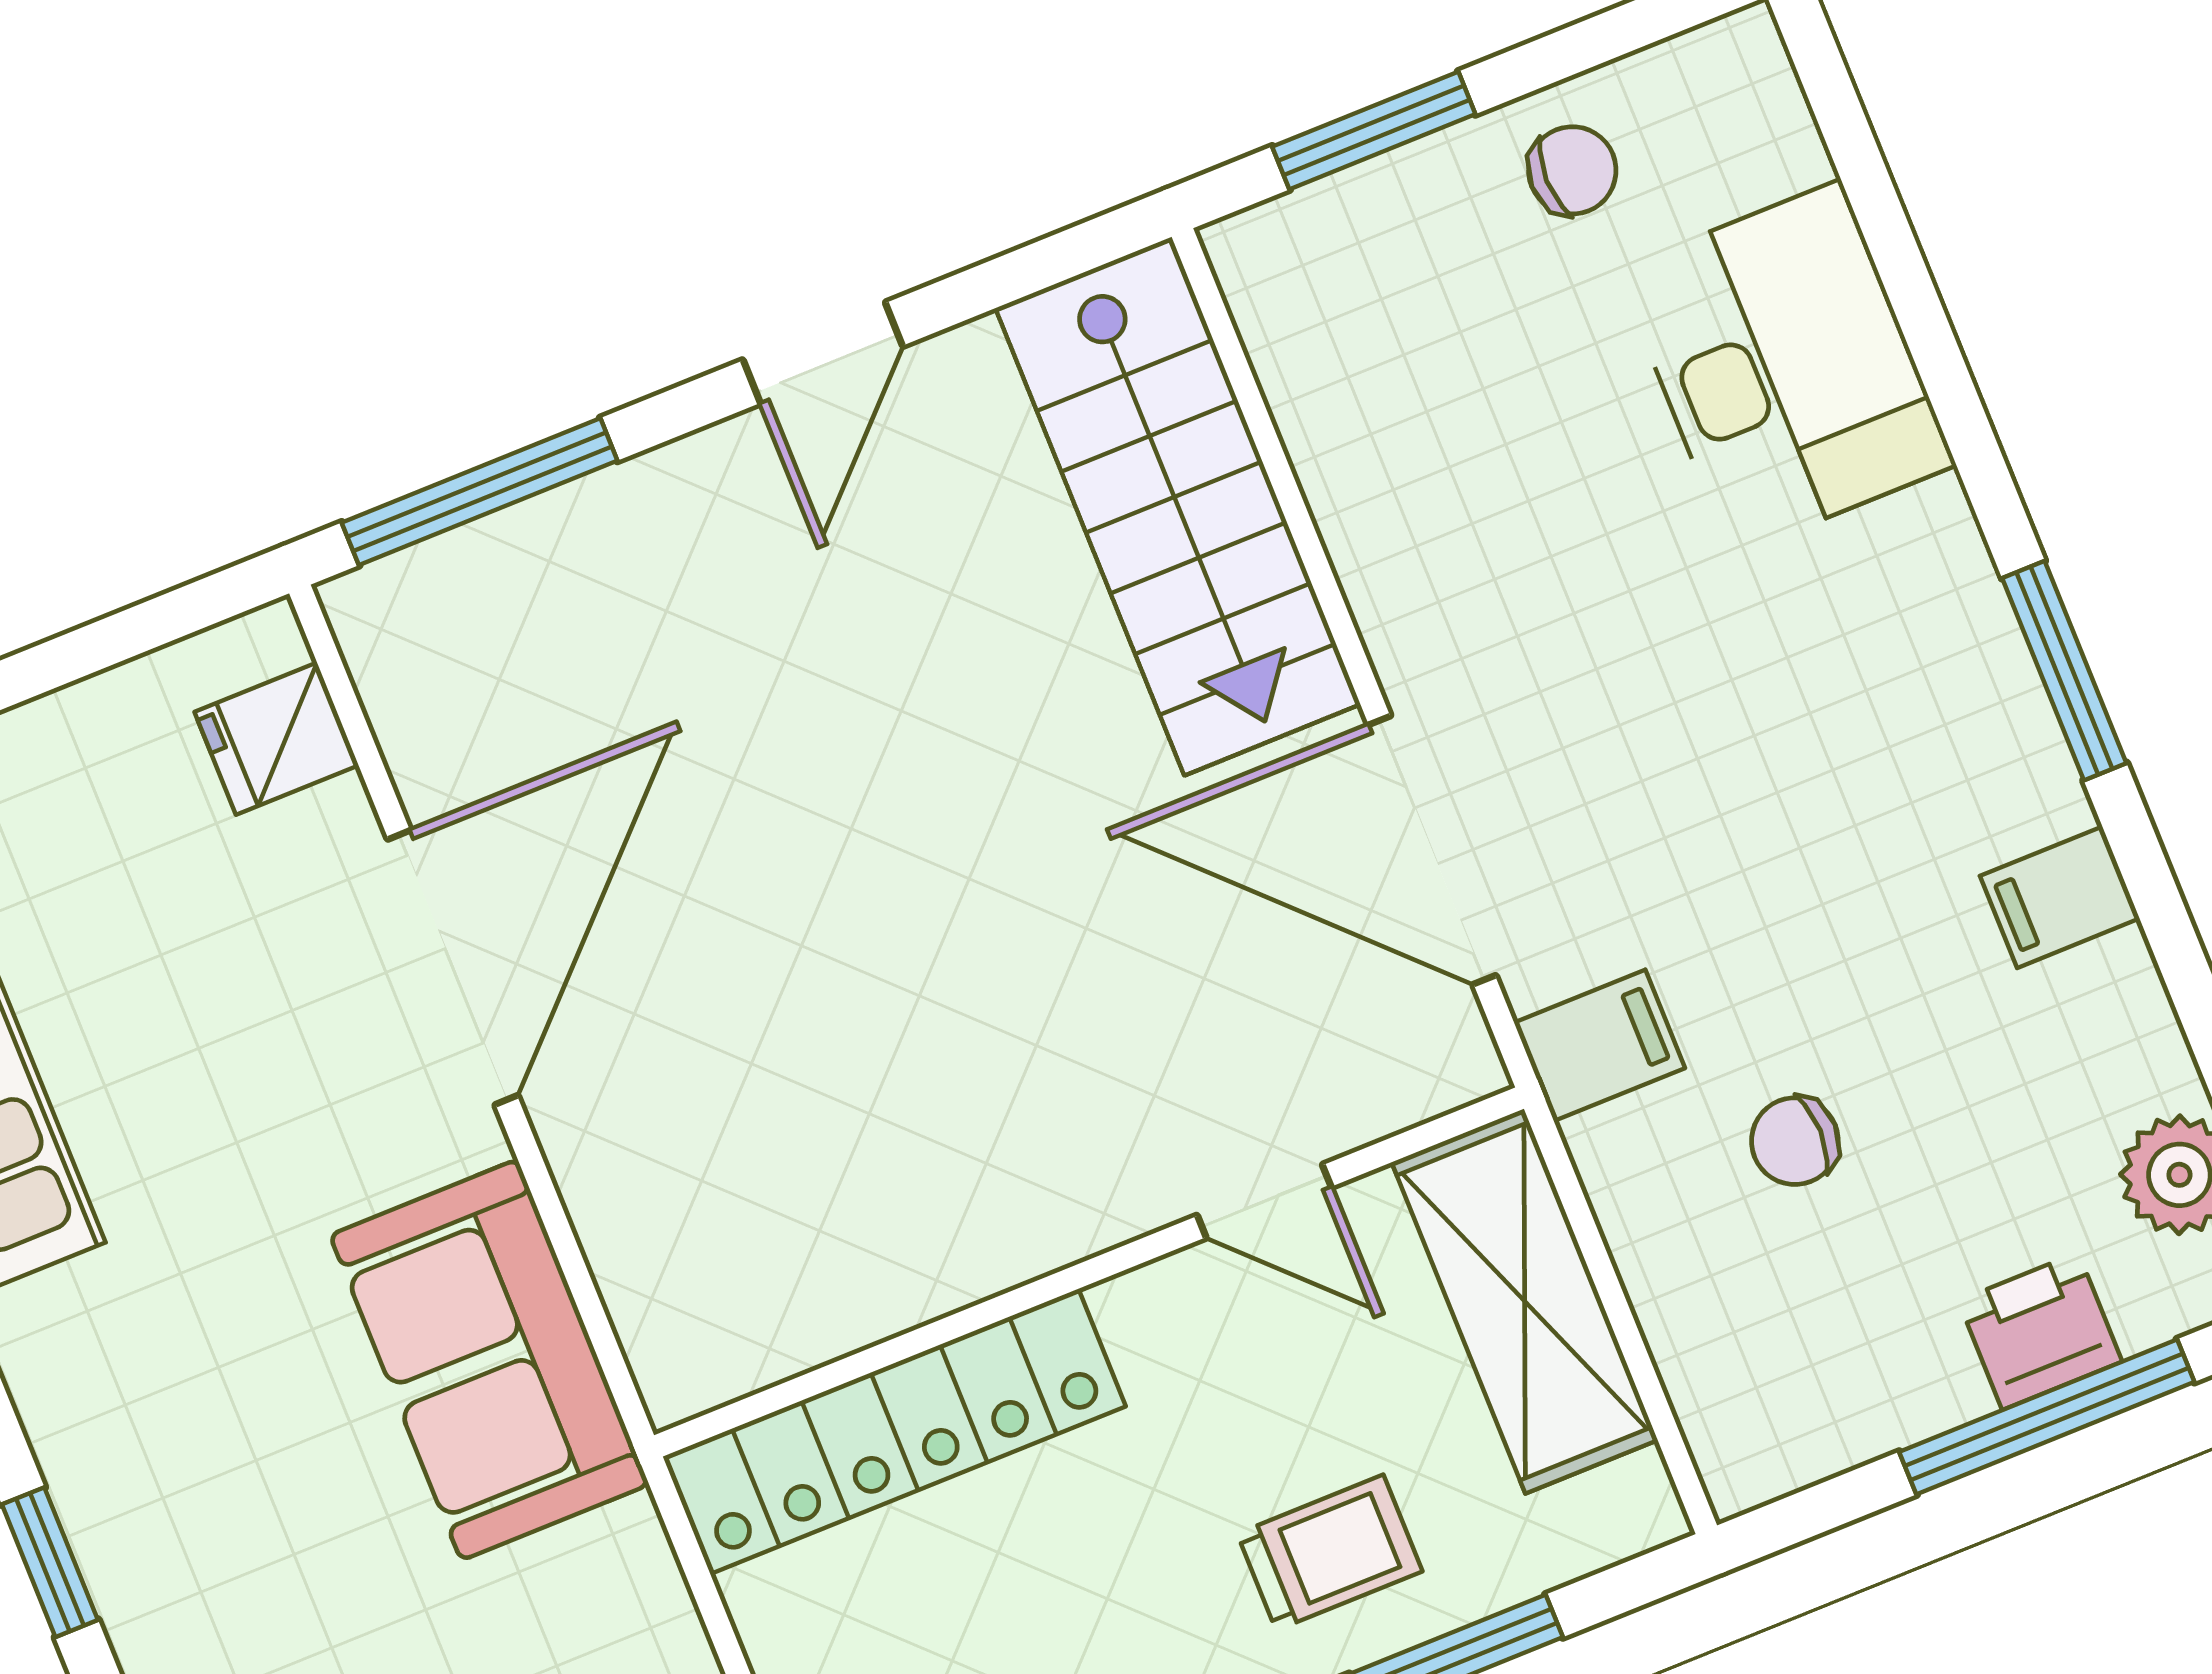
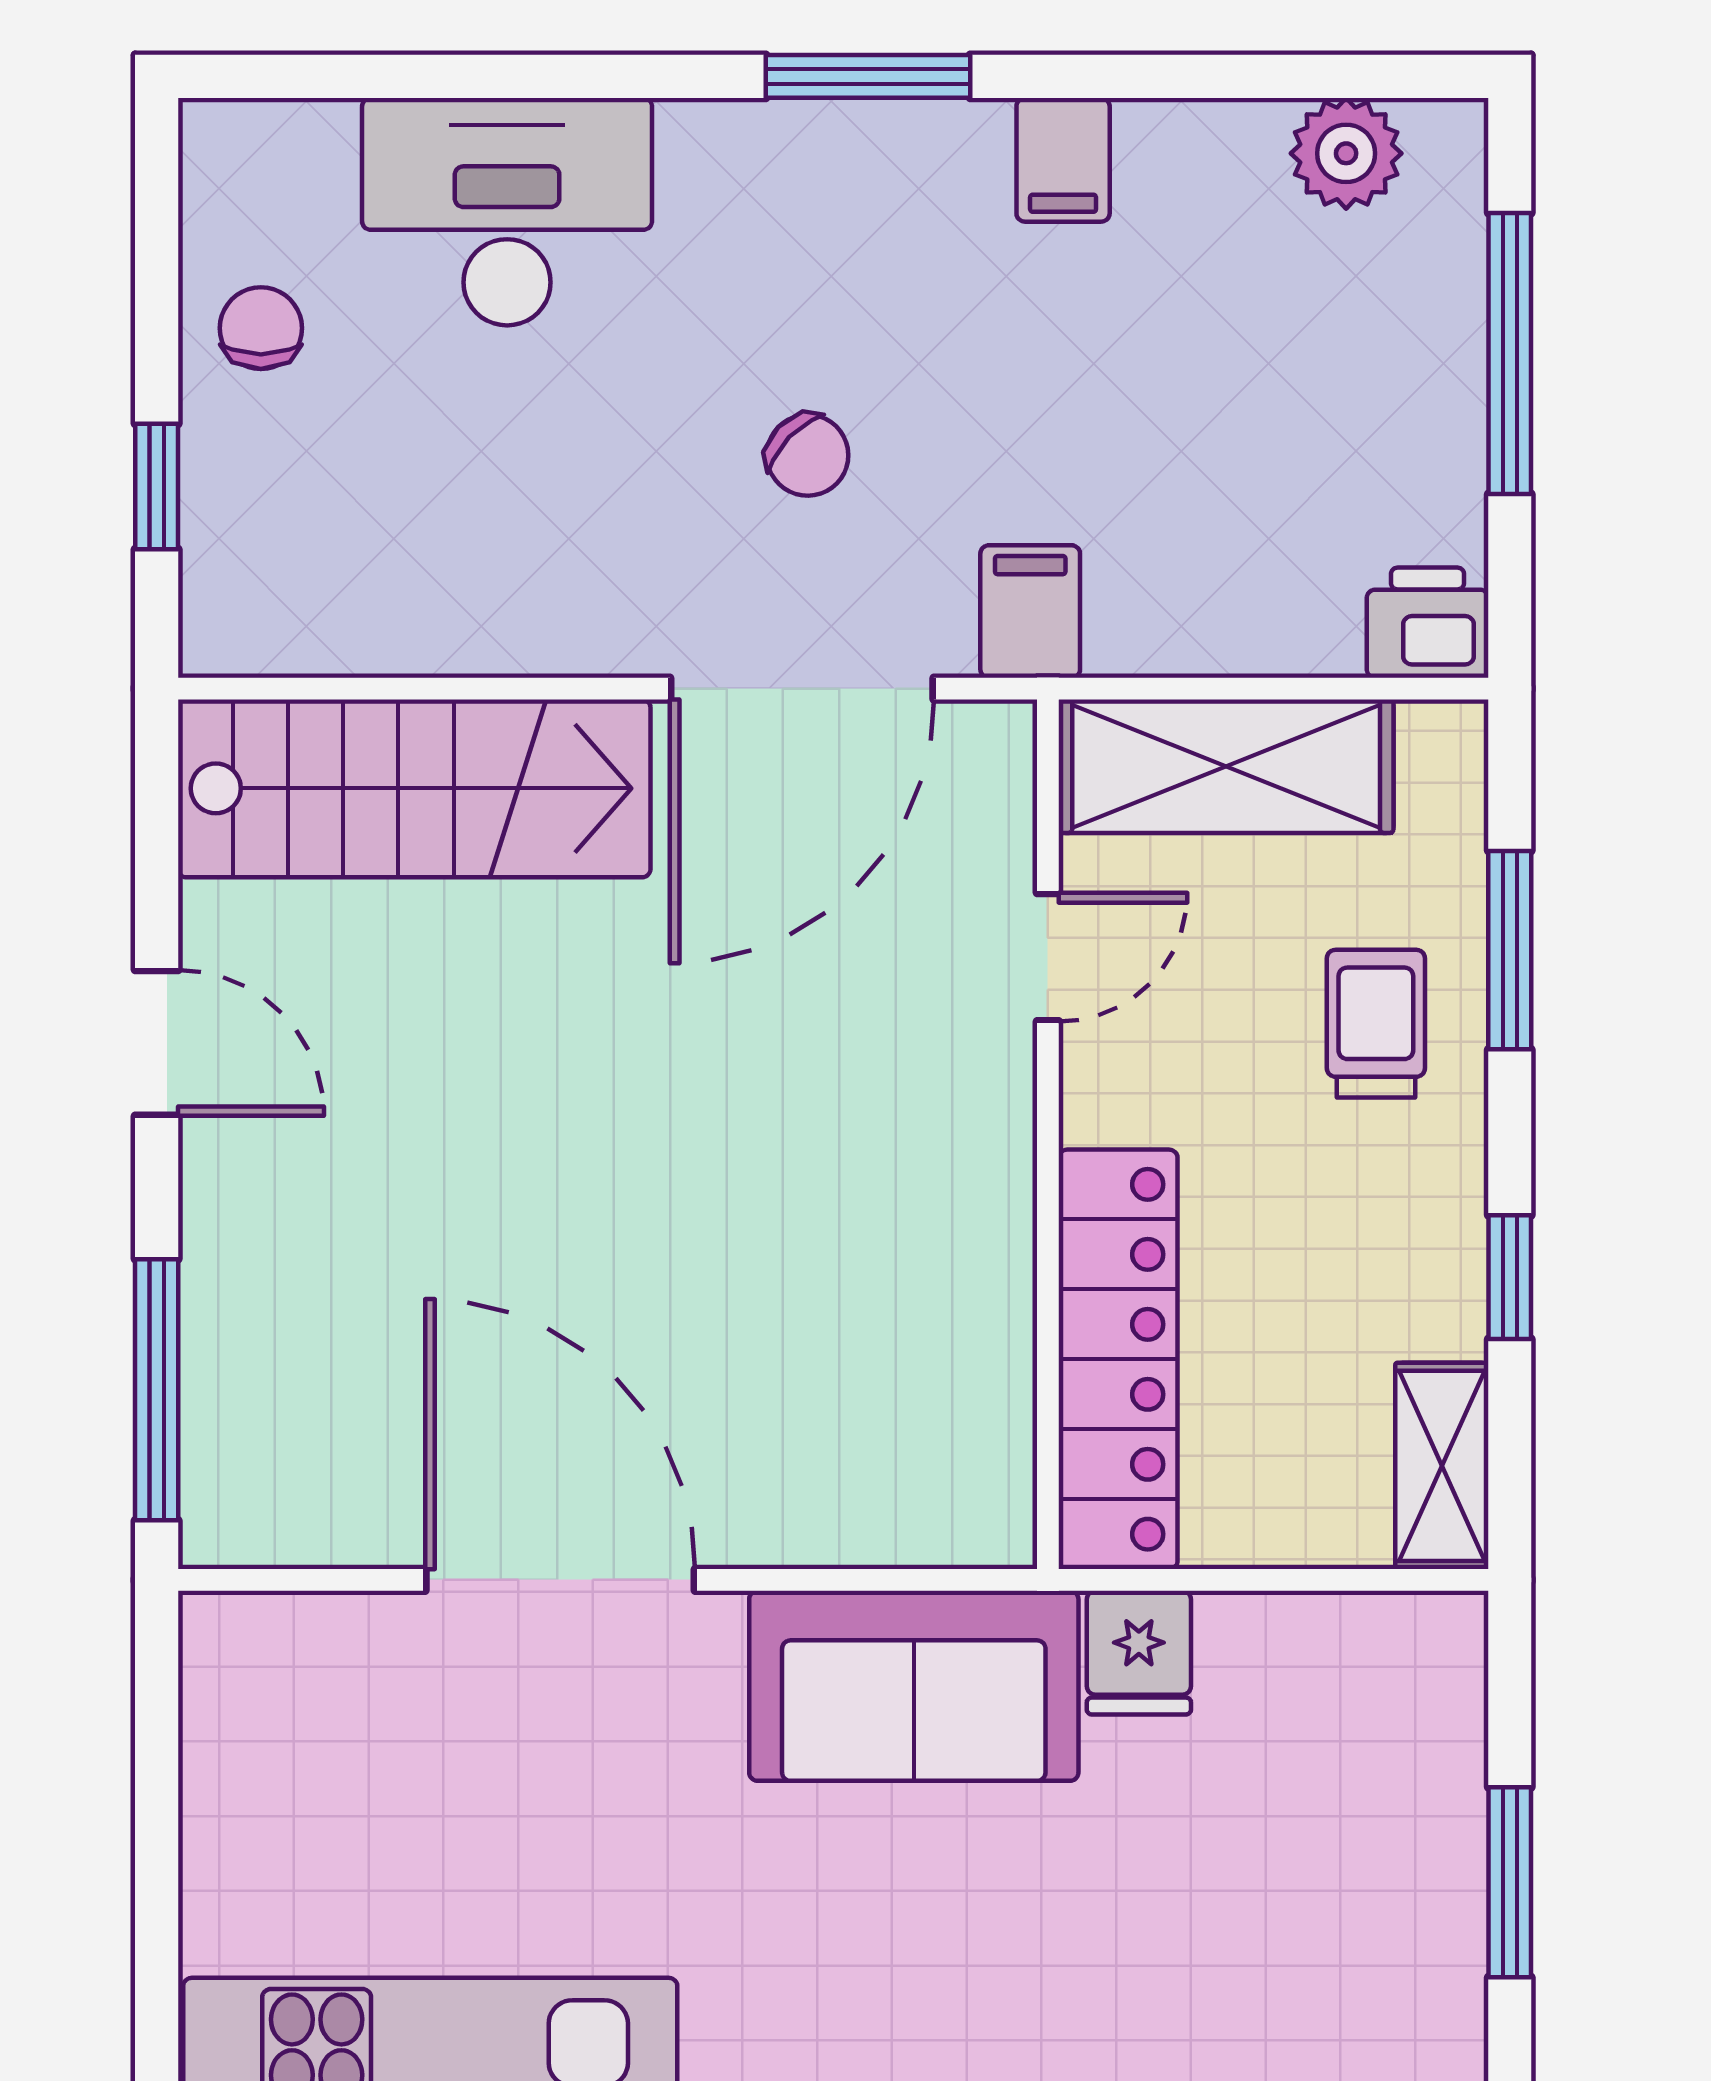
window: (1374, 130) -> (157, 486), width x0.67
fridge: (277, 739) -> (1139, 1653), moved
chair: (1795, 1141) -> (808, 455), moved, turned -46
printer: (2040, 1331) -> (1428, 623), moved, turned 90

